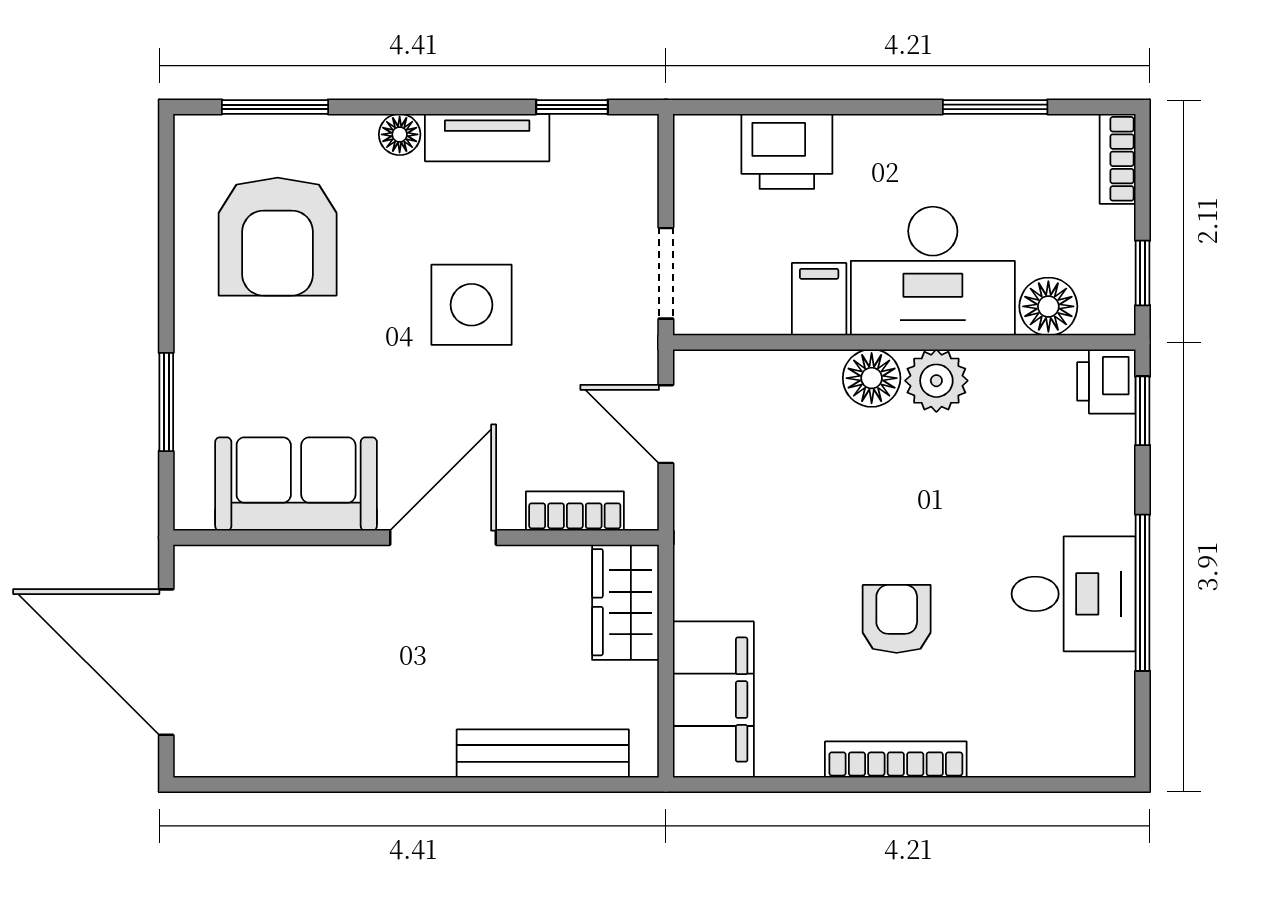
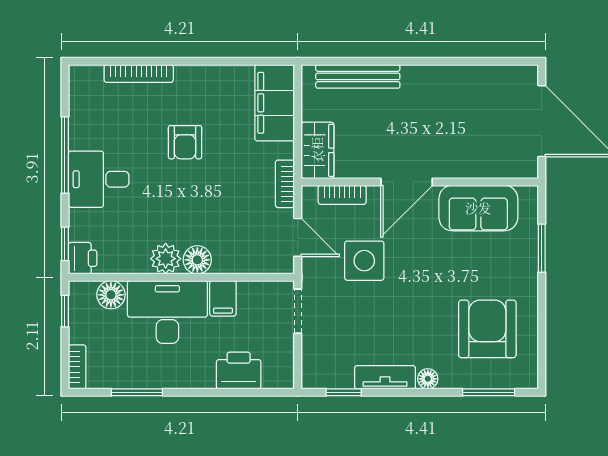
side table: (471, 305) -> (364, 261), moved
bookcase: (692, 534) -> (285, 184), added
desk: (1074, 594) -> (99, 179), moved
bookcase: (896, 760) -> (139, 74), moved

